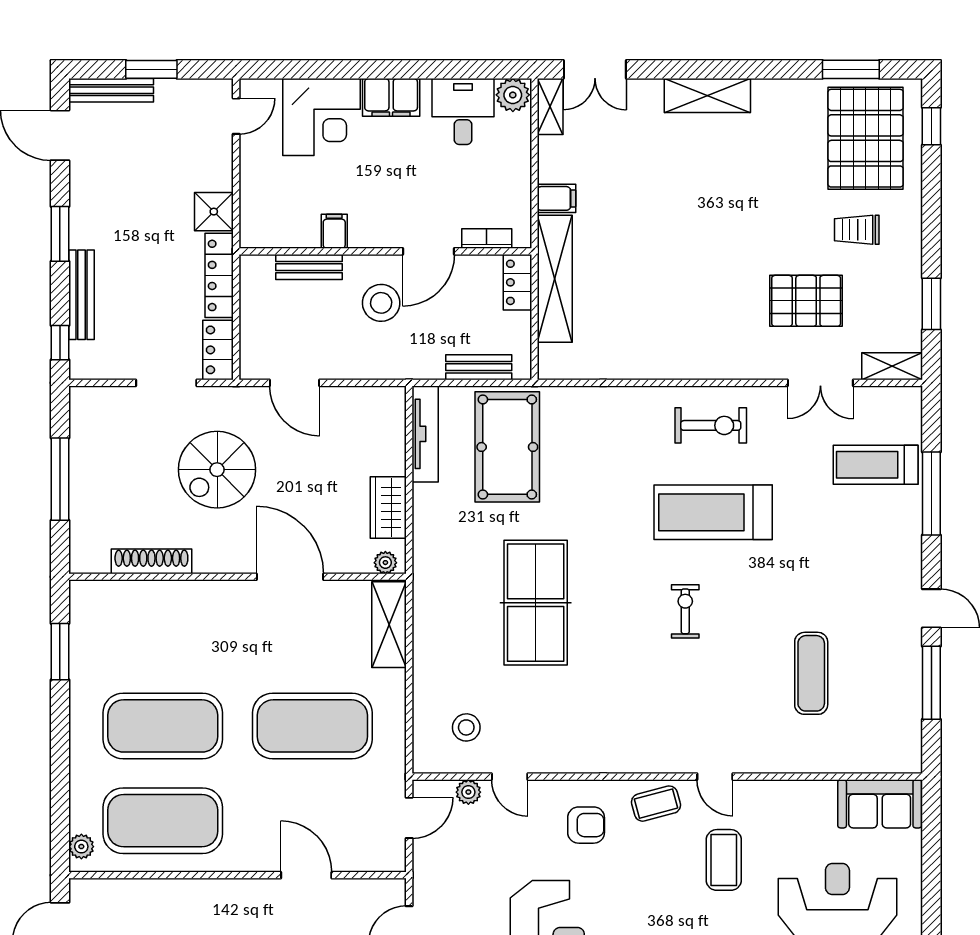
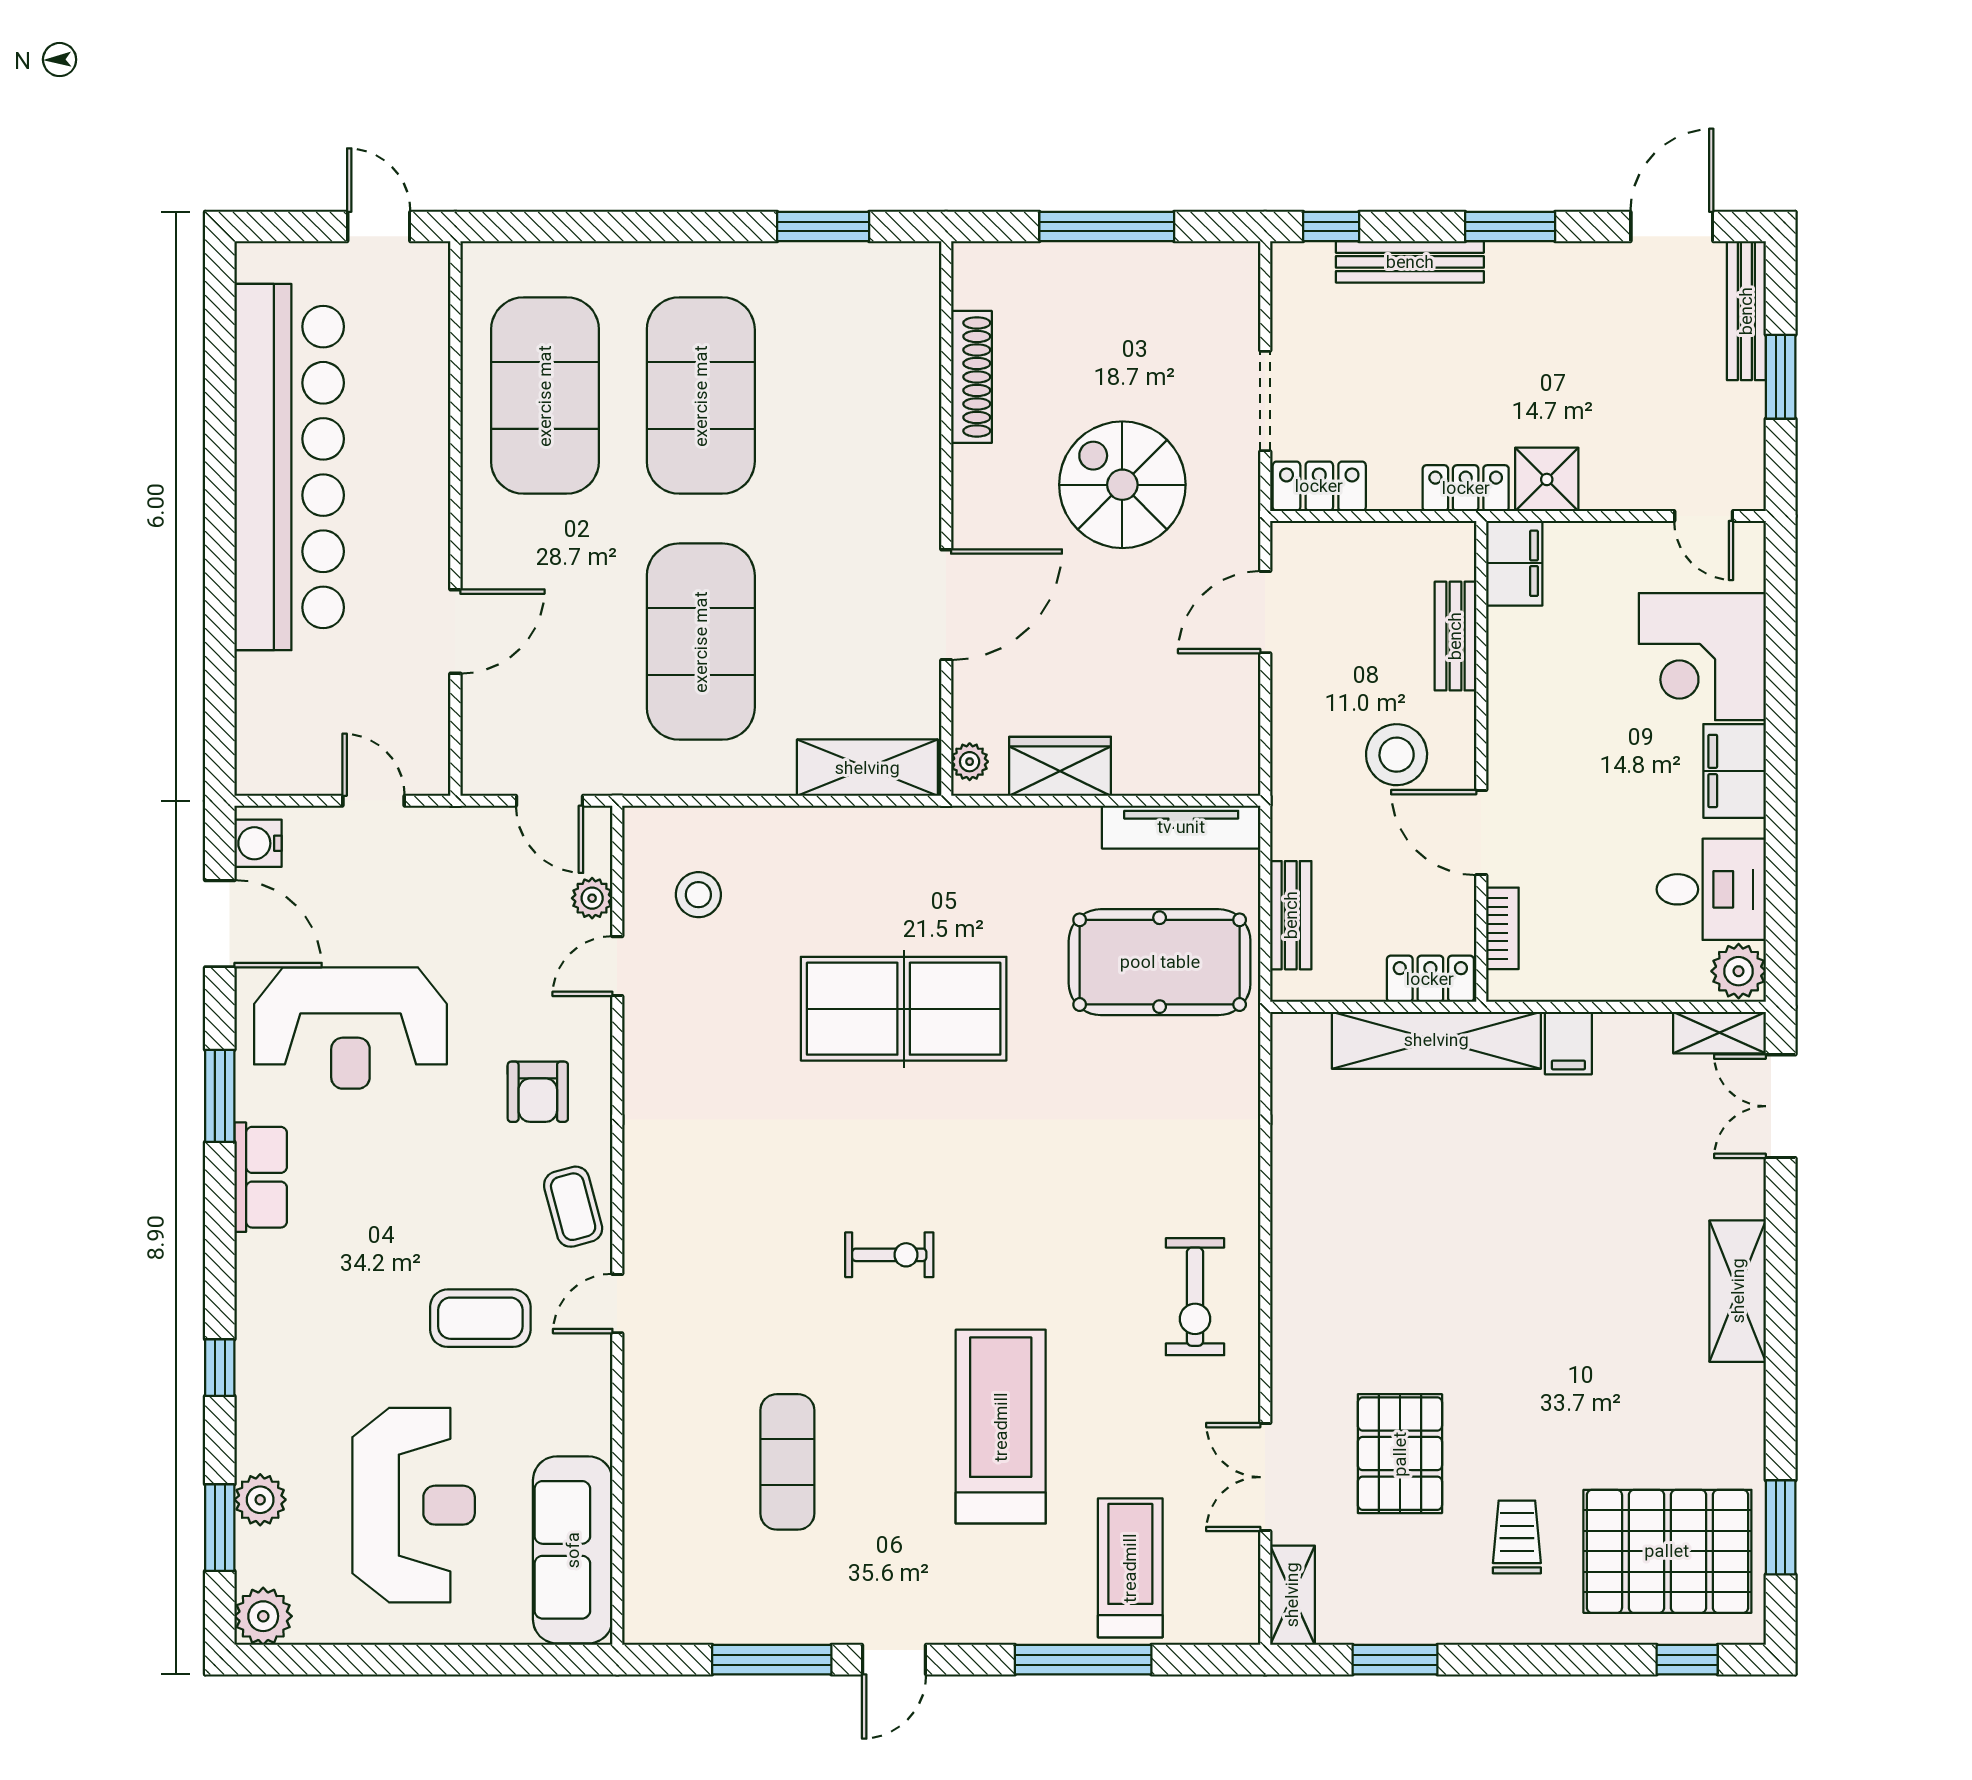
filing cabinet: (334, 231) -> (1514, 563), moved, width x2.00
locker: (219, 275) -> (1466, 488), width x0.66
treadmill: (713, 512) -> (1001, 1427), moved
exercise mat: (811, 673) -> (787, 1462), turned 90
sofa: (880, 804) -> (573, 1550), width x1.36
plant: (81, 847) -> (503, 262), removed

